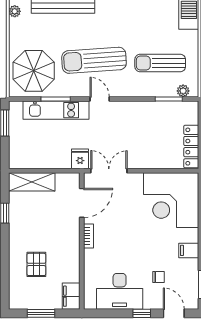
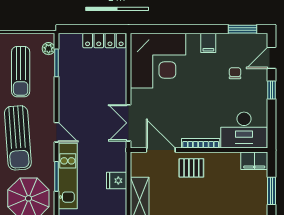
door: (100, 99) -> (57, 132), swing flipped
fridge: (80, 159) -> (117, 181), moved
bookcase: (89, 236) -> (201, 143), width x1.56
pallet: (36, 264) -> (191, 168), moved
desk: (120, 291) -> (244, 130), moved, turned 90

